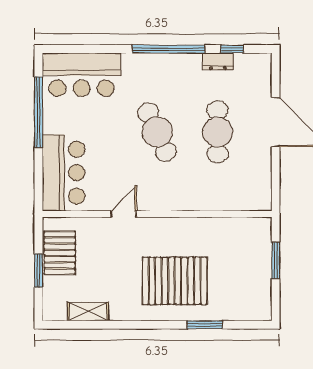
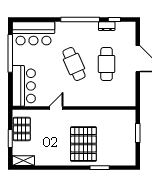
pallet: (175, 281) -> (83, 144), turned 90
shelving: (88, 312) -> (23, 161), moved

